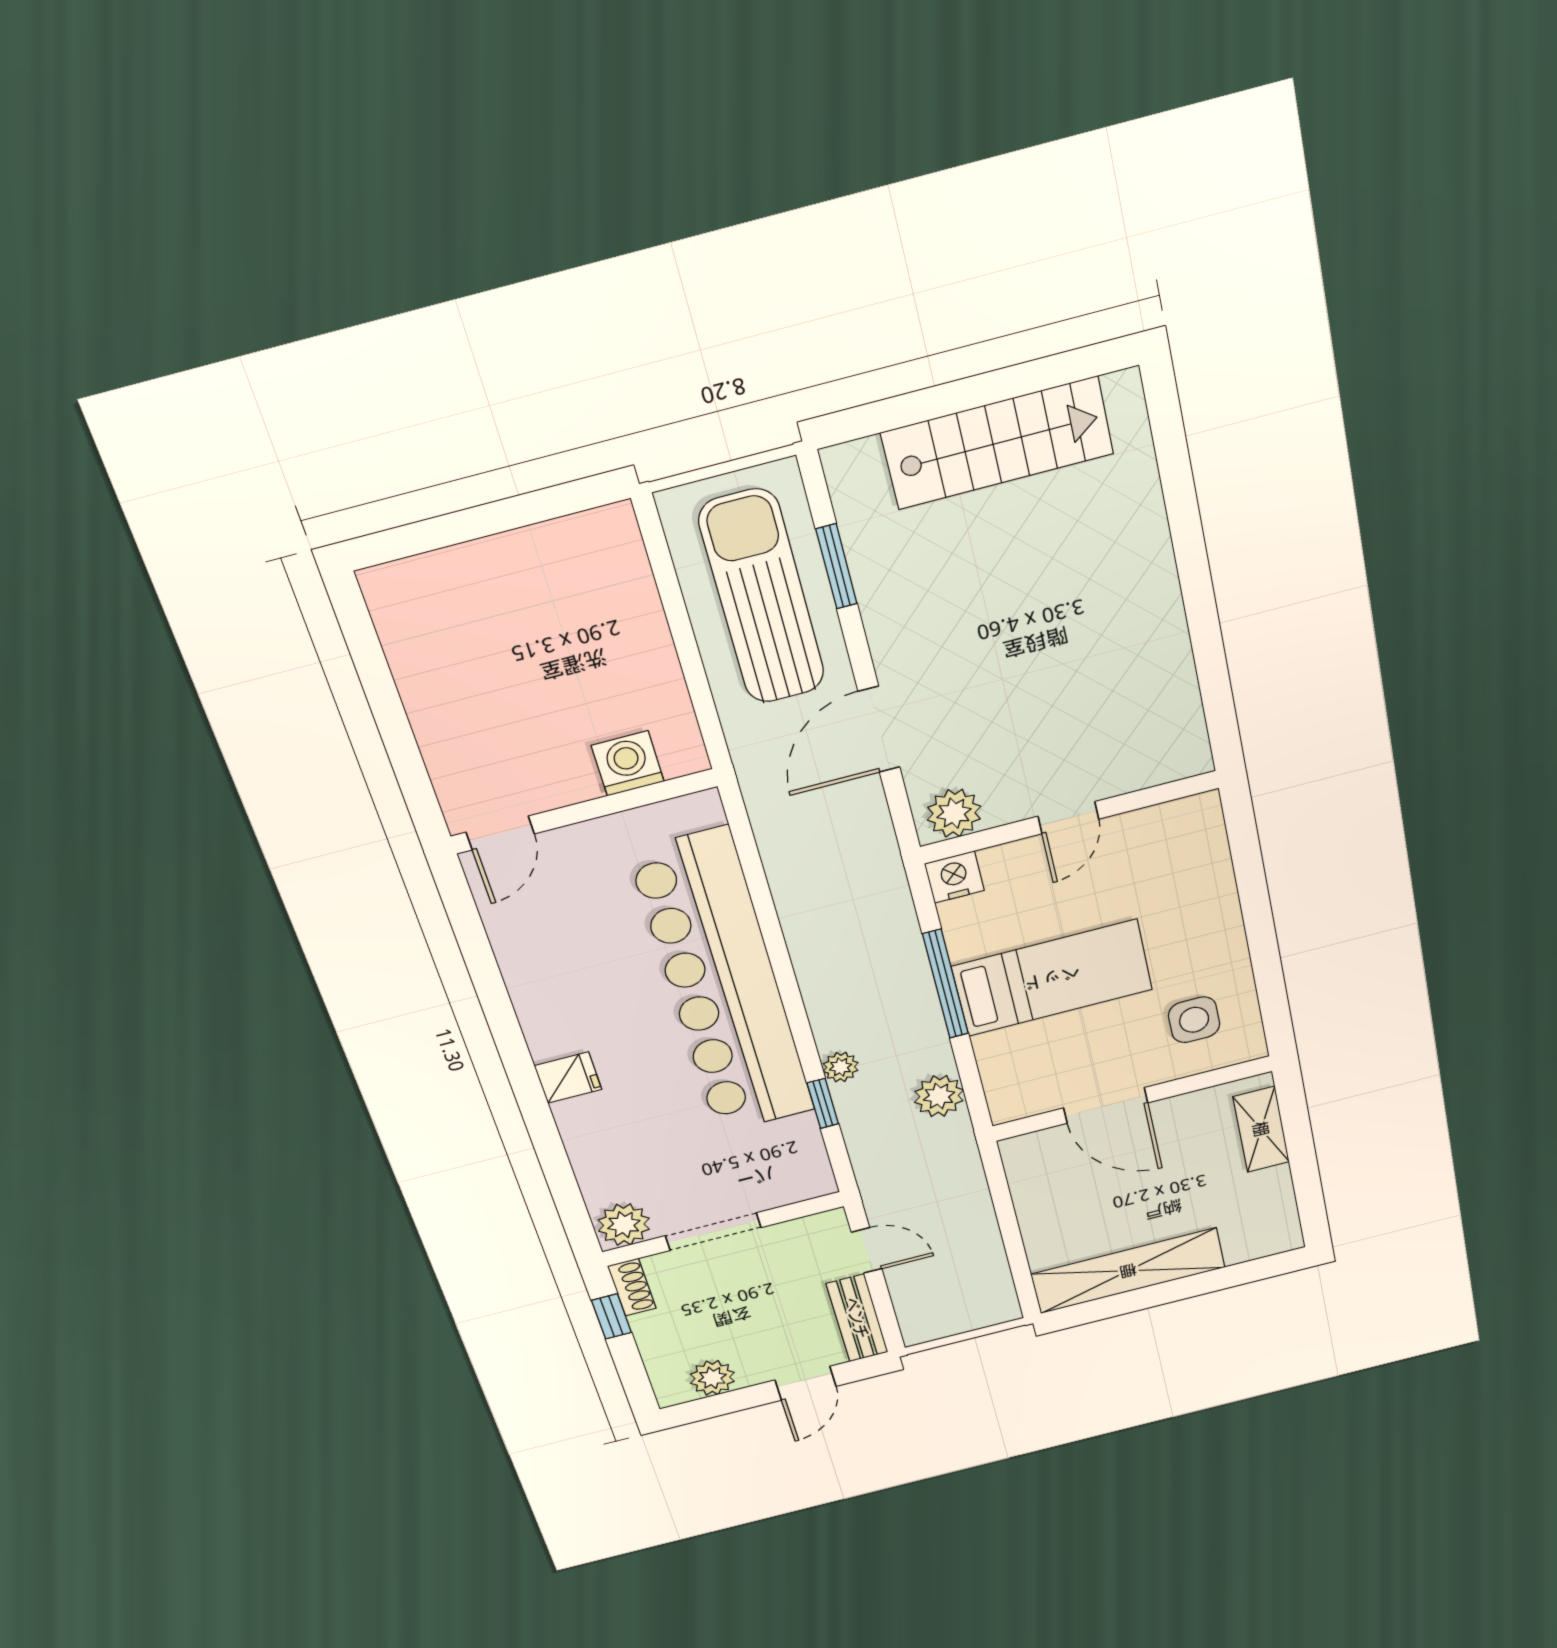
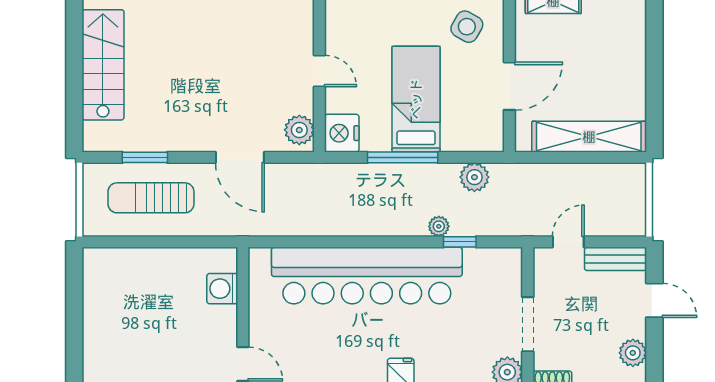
sun lounger: (762, 597) -> (151, 198), width x0.73, depth x0.75
nightstand: (954, 877) -> (342, 133), width x1.36, depth x1.33
side table: (1194, 1020) -> (467, 27), turned 30
shelving: (1128, 1271) -> (589, 137), moved, turned 90

